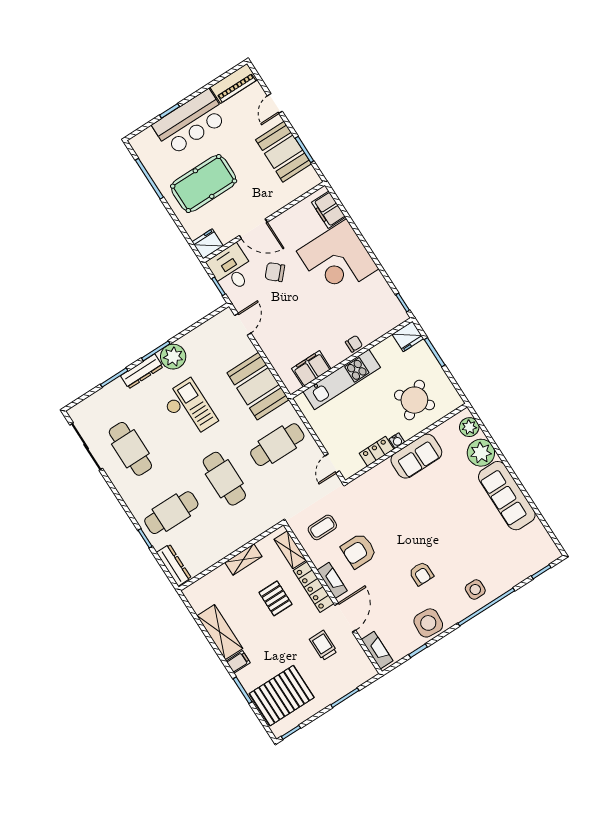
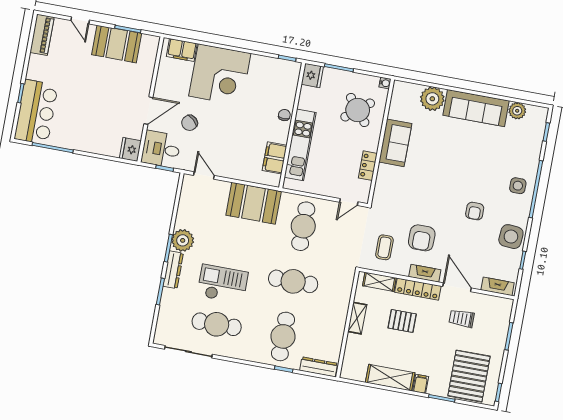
bar counter: (190, 122) -> (36, 112), moved
pool table: (204, 184) -> (89, 115), removed
checkout: (189, 409) -> (223, 284), moved
plant: (469, 427) -> (517, 111), moved
water cooler: (397, 441) -> (385, 83), moved
door: (332, 463) -> (349, 202), hinge flipped
armchair: (421, 574) -> (475, 211), turned 90

